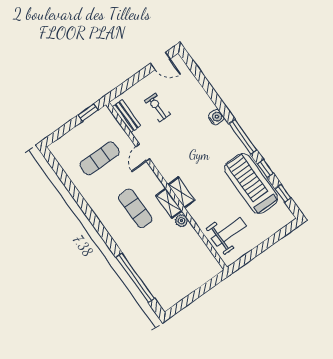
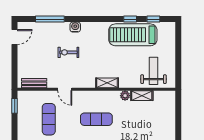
exercise bike: (157, 108) -> (68, 52), moved
window: (243, 137) -> (50, 19), moved
shelving: (169, 203) -> (142, 96), moved

